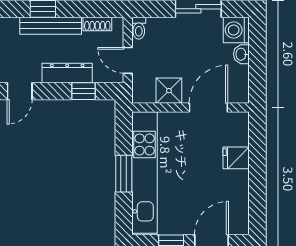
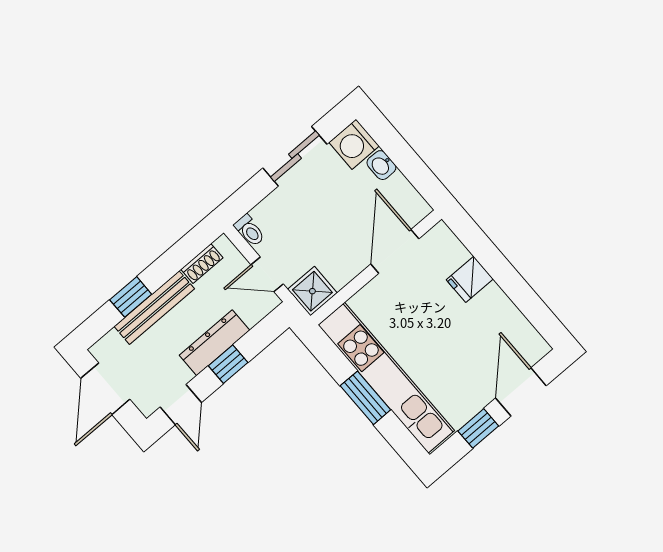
window: (83, 91) -> (228, 364), moved
shower: (169, 91) -> (312, 291), moved

